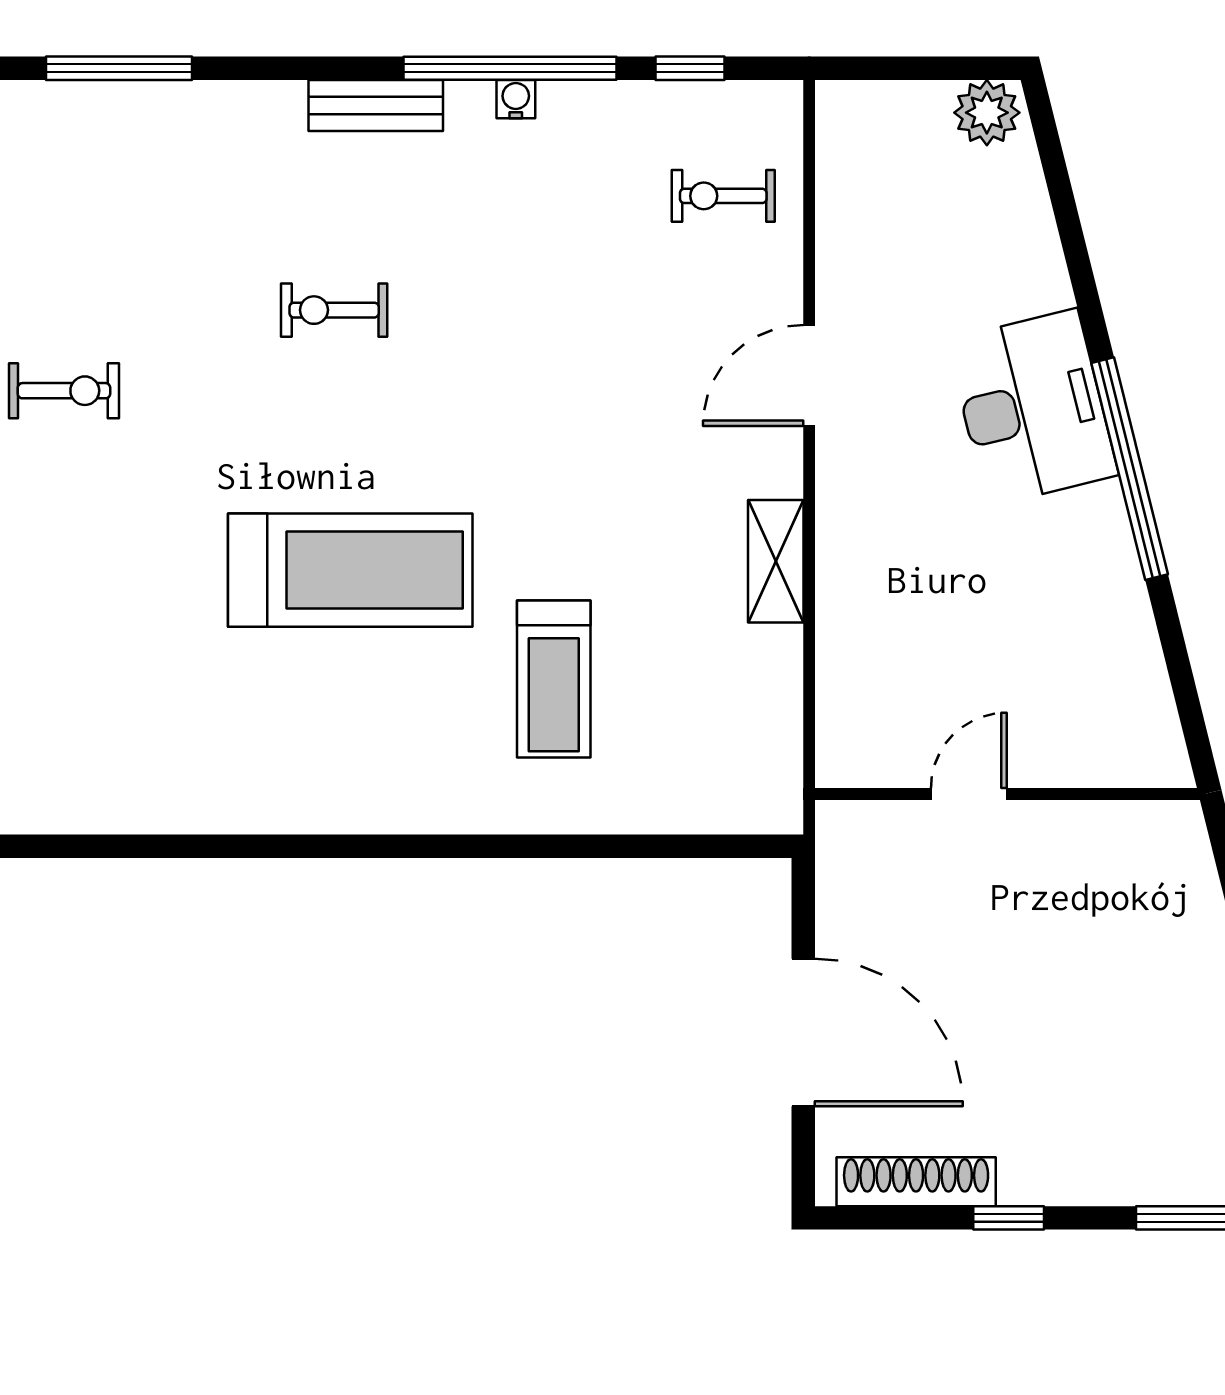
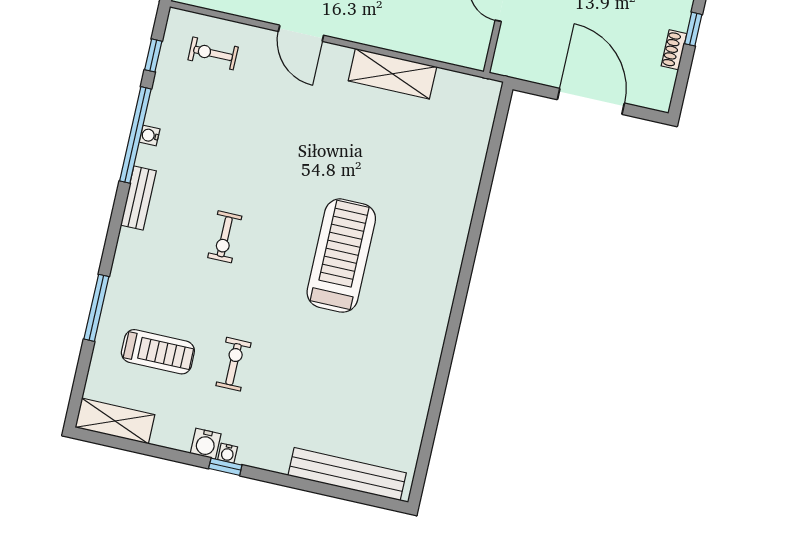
exercise bike: (723, 196) -> (213, 53), turned 90
shelving: (776, 561) -> (392, 74), width x1.50, depth x1.33
treadmill: (554, 679) -> (158, 352), moved
door: (803, 1033) -> (591, 101), hinge flipped
shoe rack: (916, 1182) -> (674, 50), width x0.51, depth x0.81

